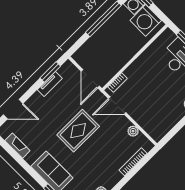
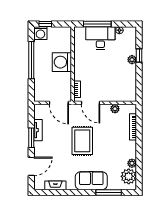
washing machine: (146, 20) -> (62, 62), moved, turned 90
window: (50, 72) -> (31, 138), moved
door: (117, 106) -> (91, 103), hinge flipped

